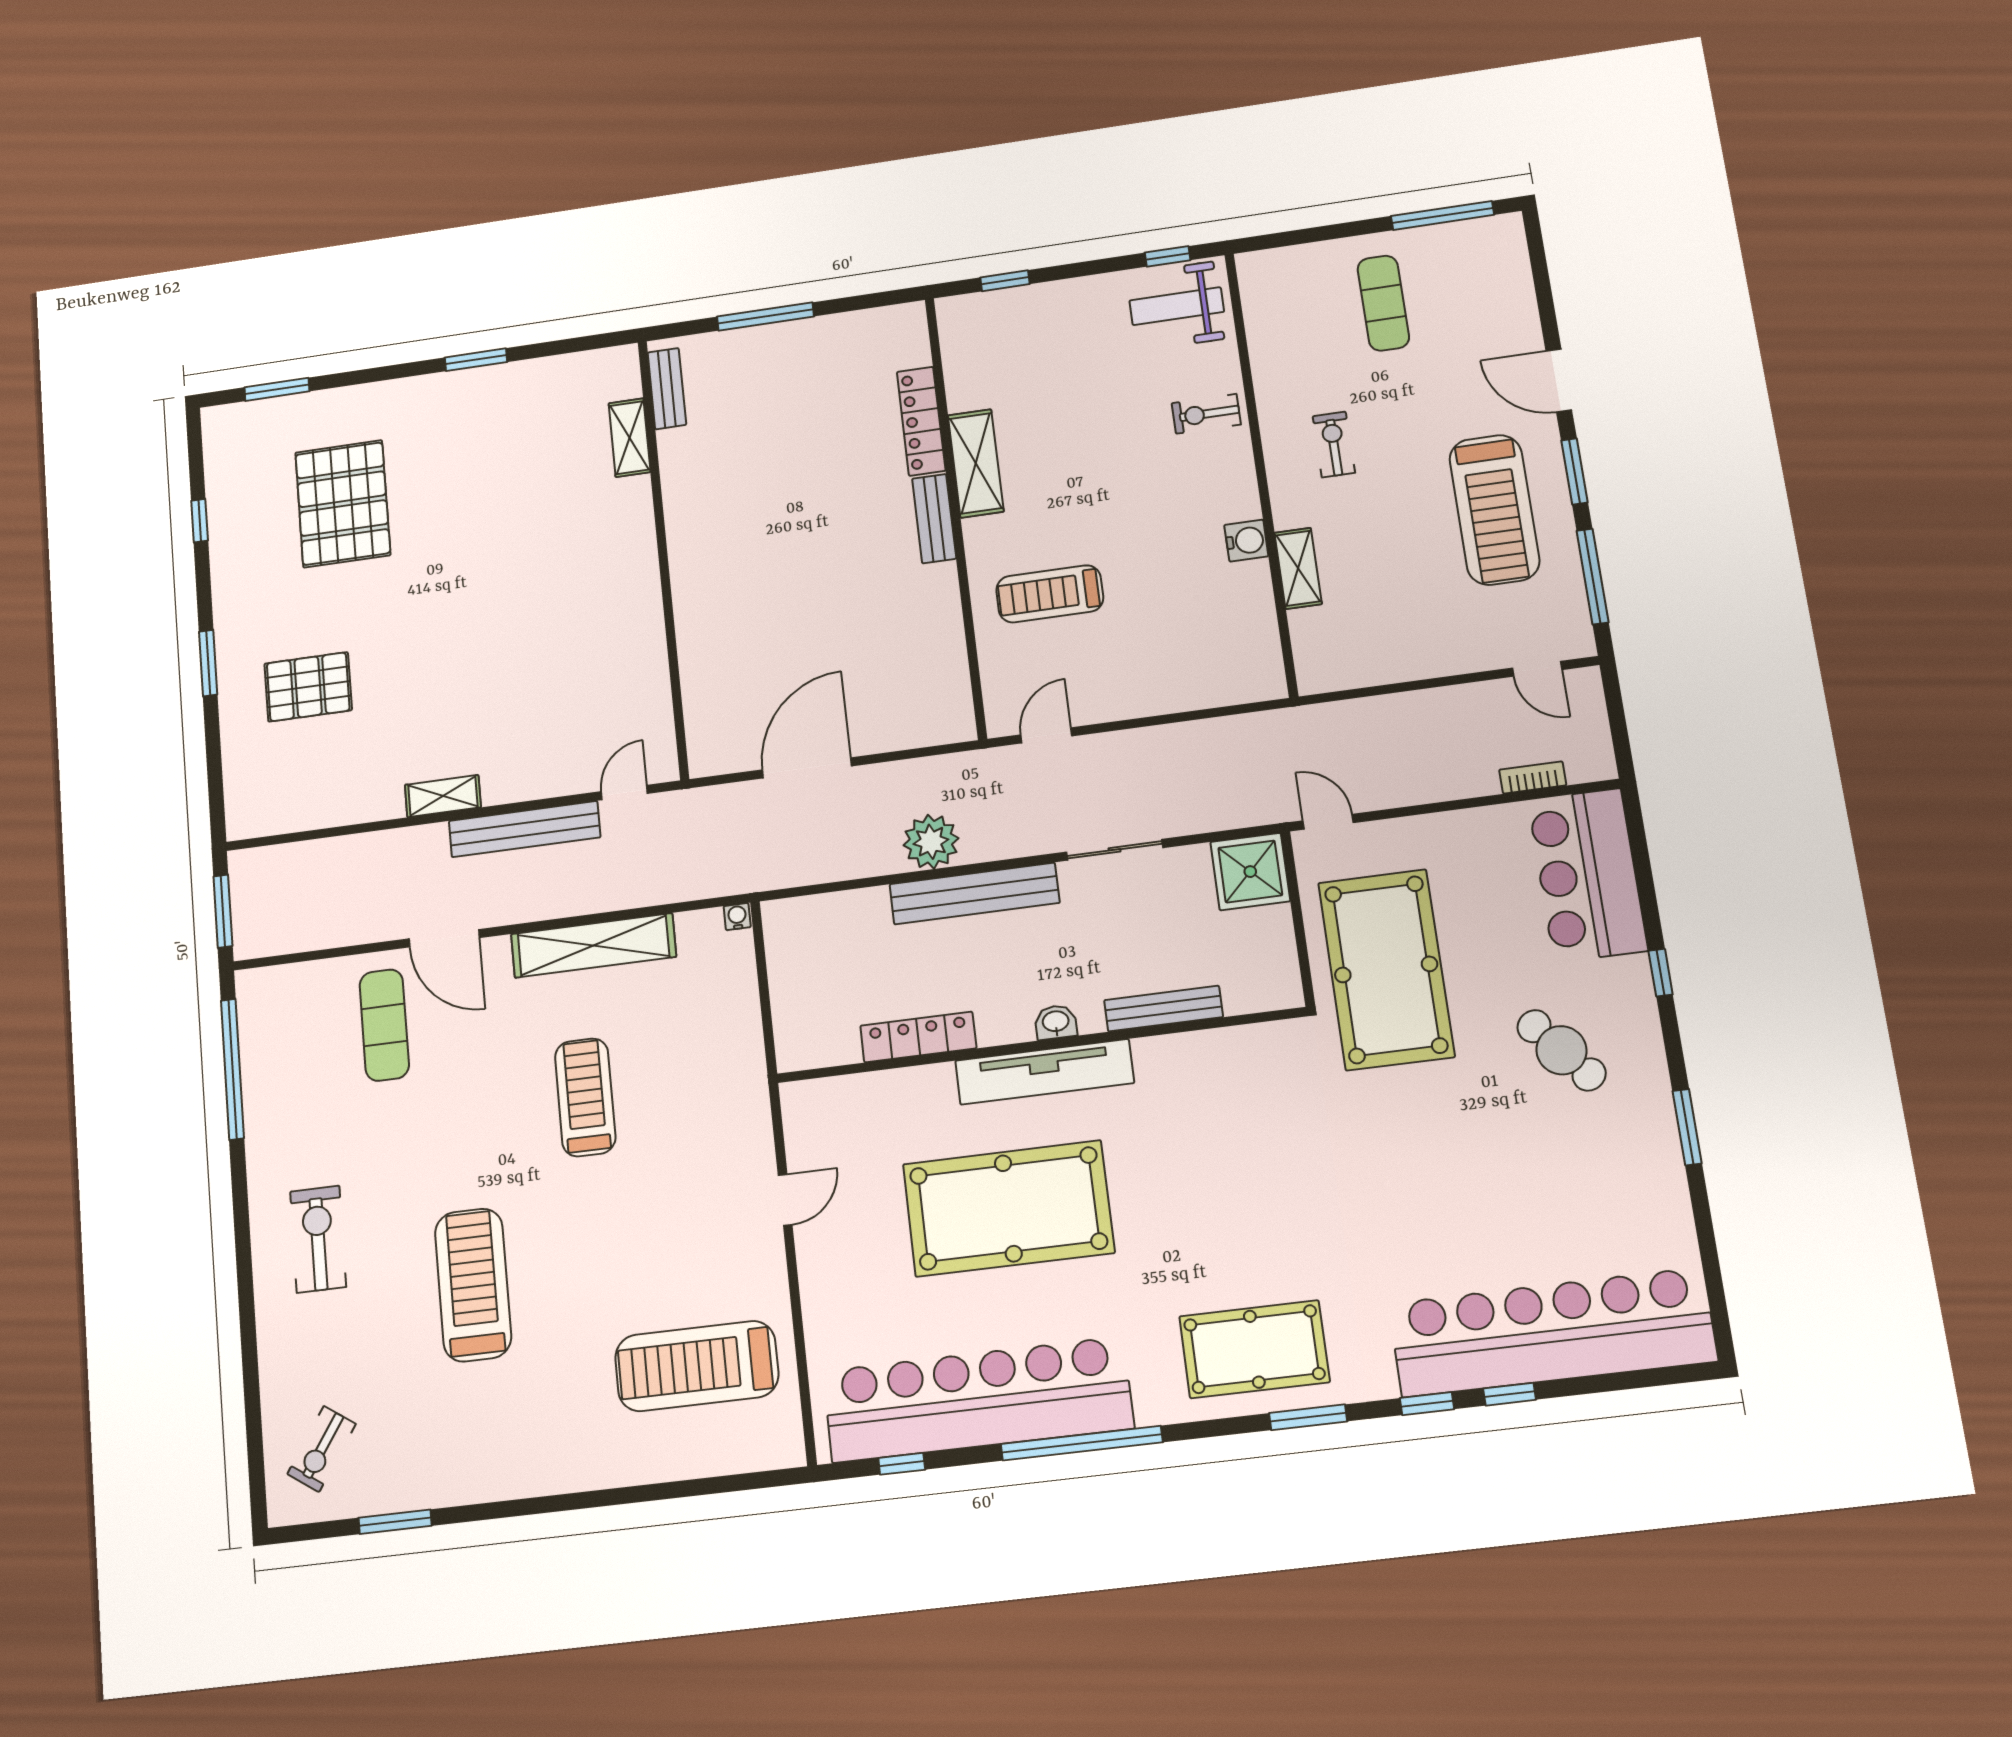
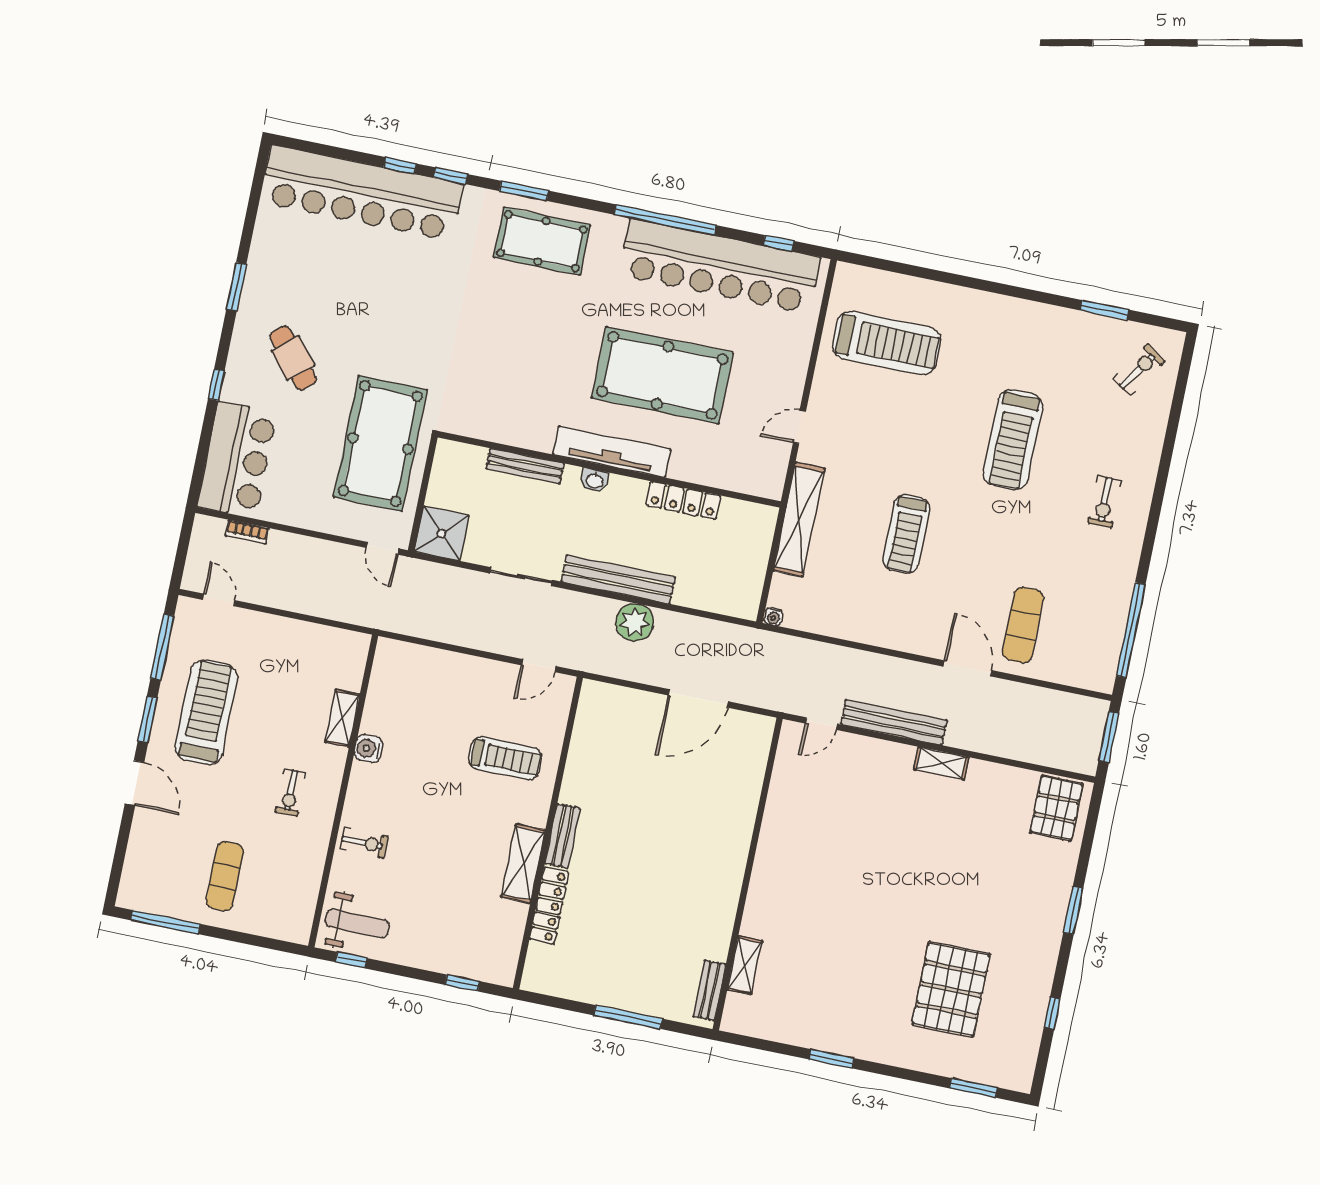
pallet: (308, 687) -> (1056, 808), moved, turned 90
shelving: (593, 945) -> (799, 519), moved, turned 90
exercise bike: (318, 1239) -> (1105, 502), width x0.73, depth x0.72

